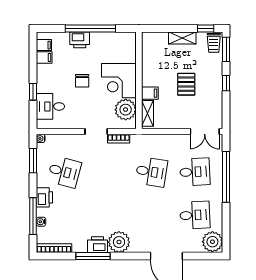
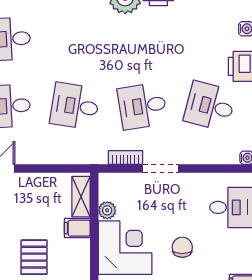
pallet: (186, 84) -> (34, 257), moved
plant: (126, 110) -> (107, 210), width x0.53, depth x0.53
desk: (108, 172) -> (142, 106), added

